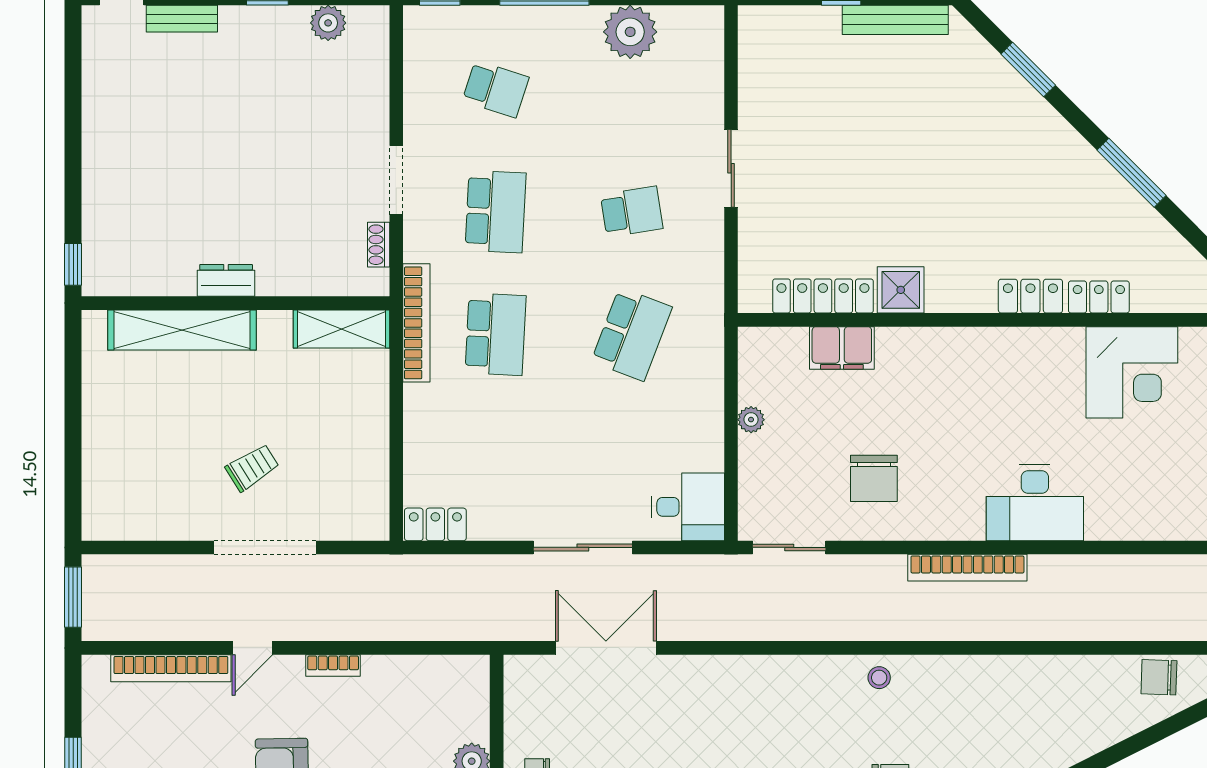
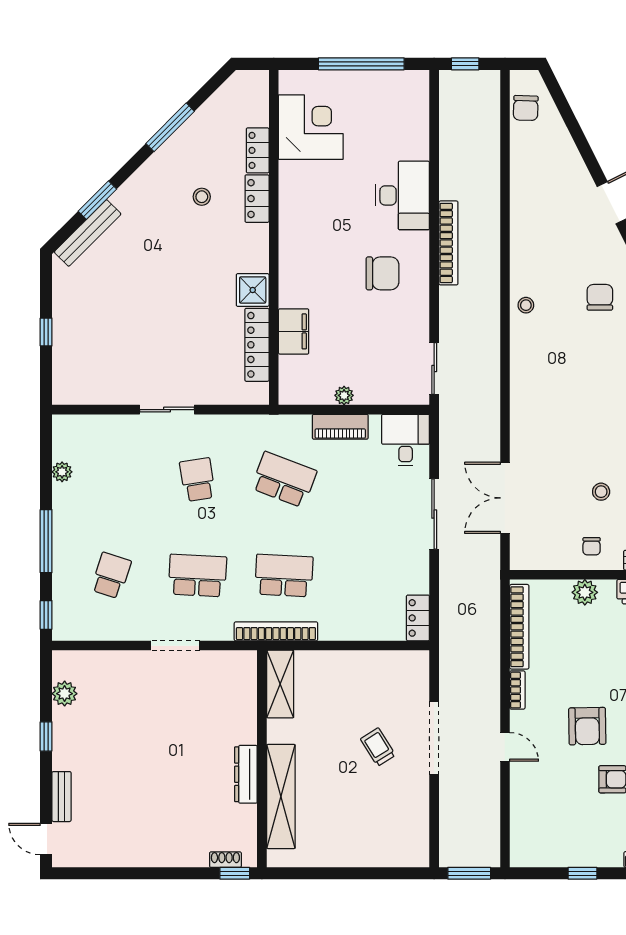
bench: (895, 20) -> (88, 233), moved, turned 45
plant: (630, 32) -> (62, 472), width x0.53, depth x0.53
stool: (1033, 218) -> (202, 197), added
shoe rack: (379, 245) -> (225, 860), moved, turned 180
dresser: (226, 280) -> (246, 774), width x1.44
piano: (707, 414) -> (340, 427), added
chair: (874, 478) -> (382, 273), moved
bookcase: (171, 668) -> (519, 627), moved

